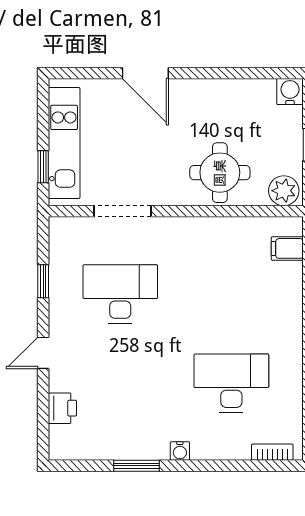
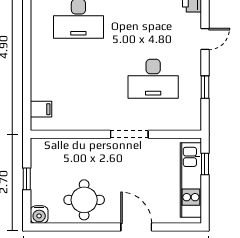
round table: (220, 173) -> (84, 200), moved
plant: (284, 191) -> (43, 148), removed
doorway: (123, 211) -> (129, 134), moved

